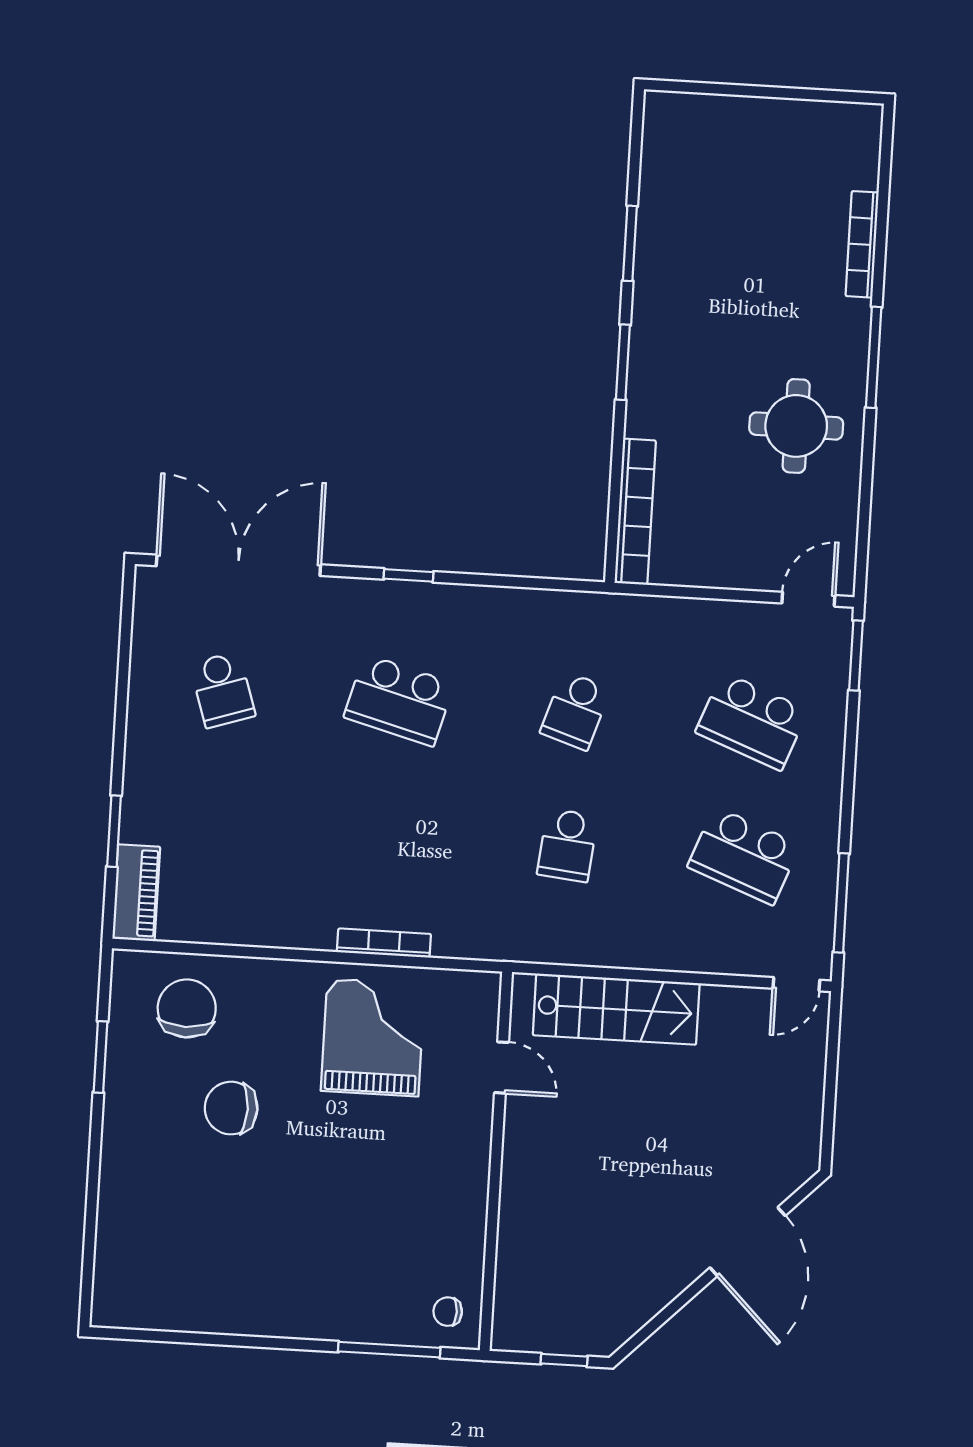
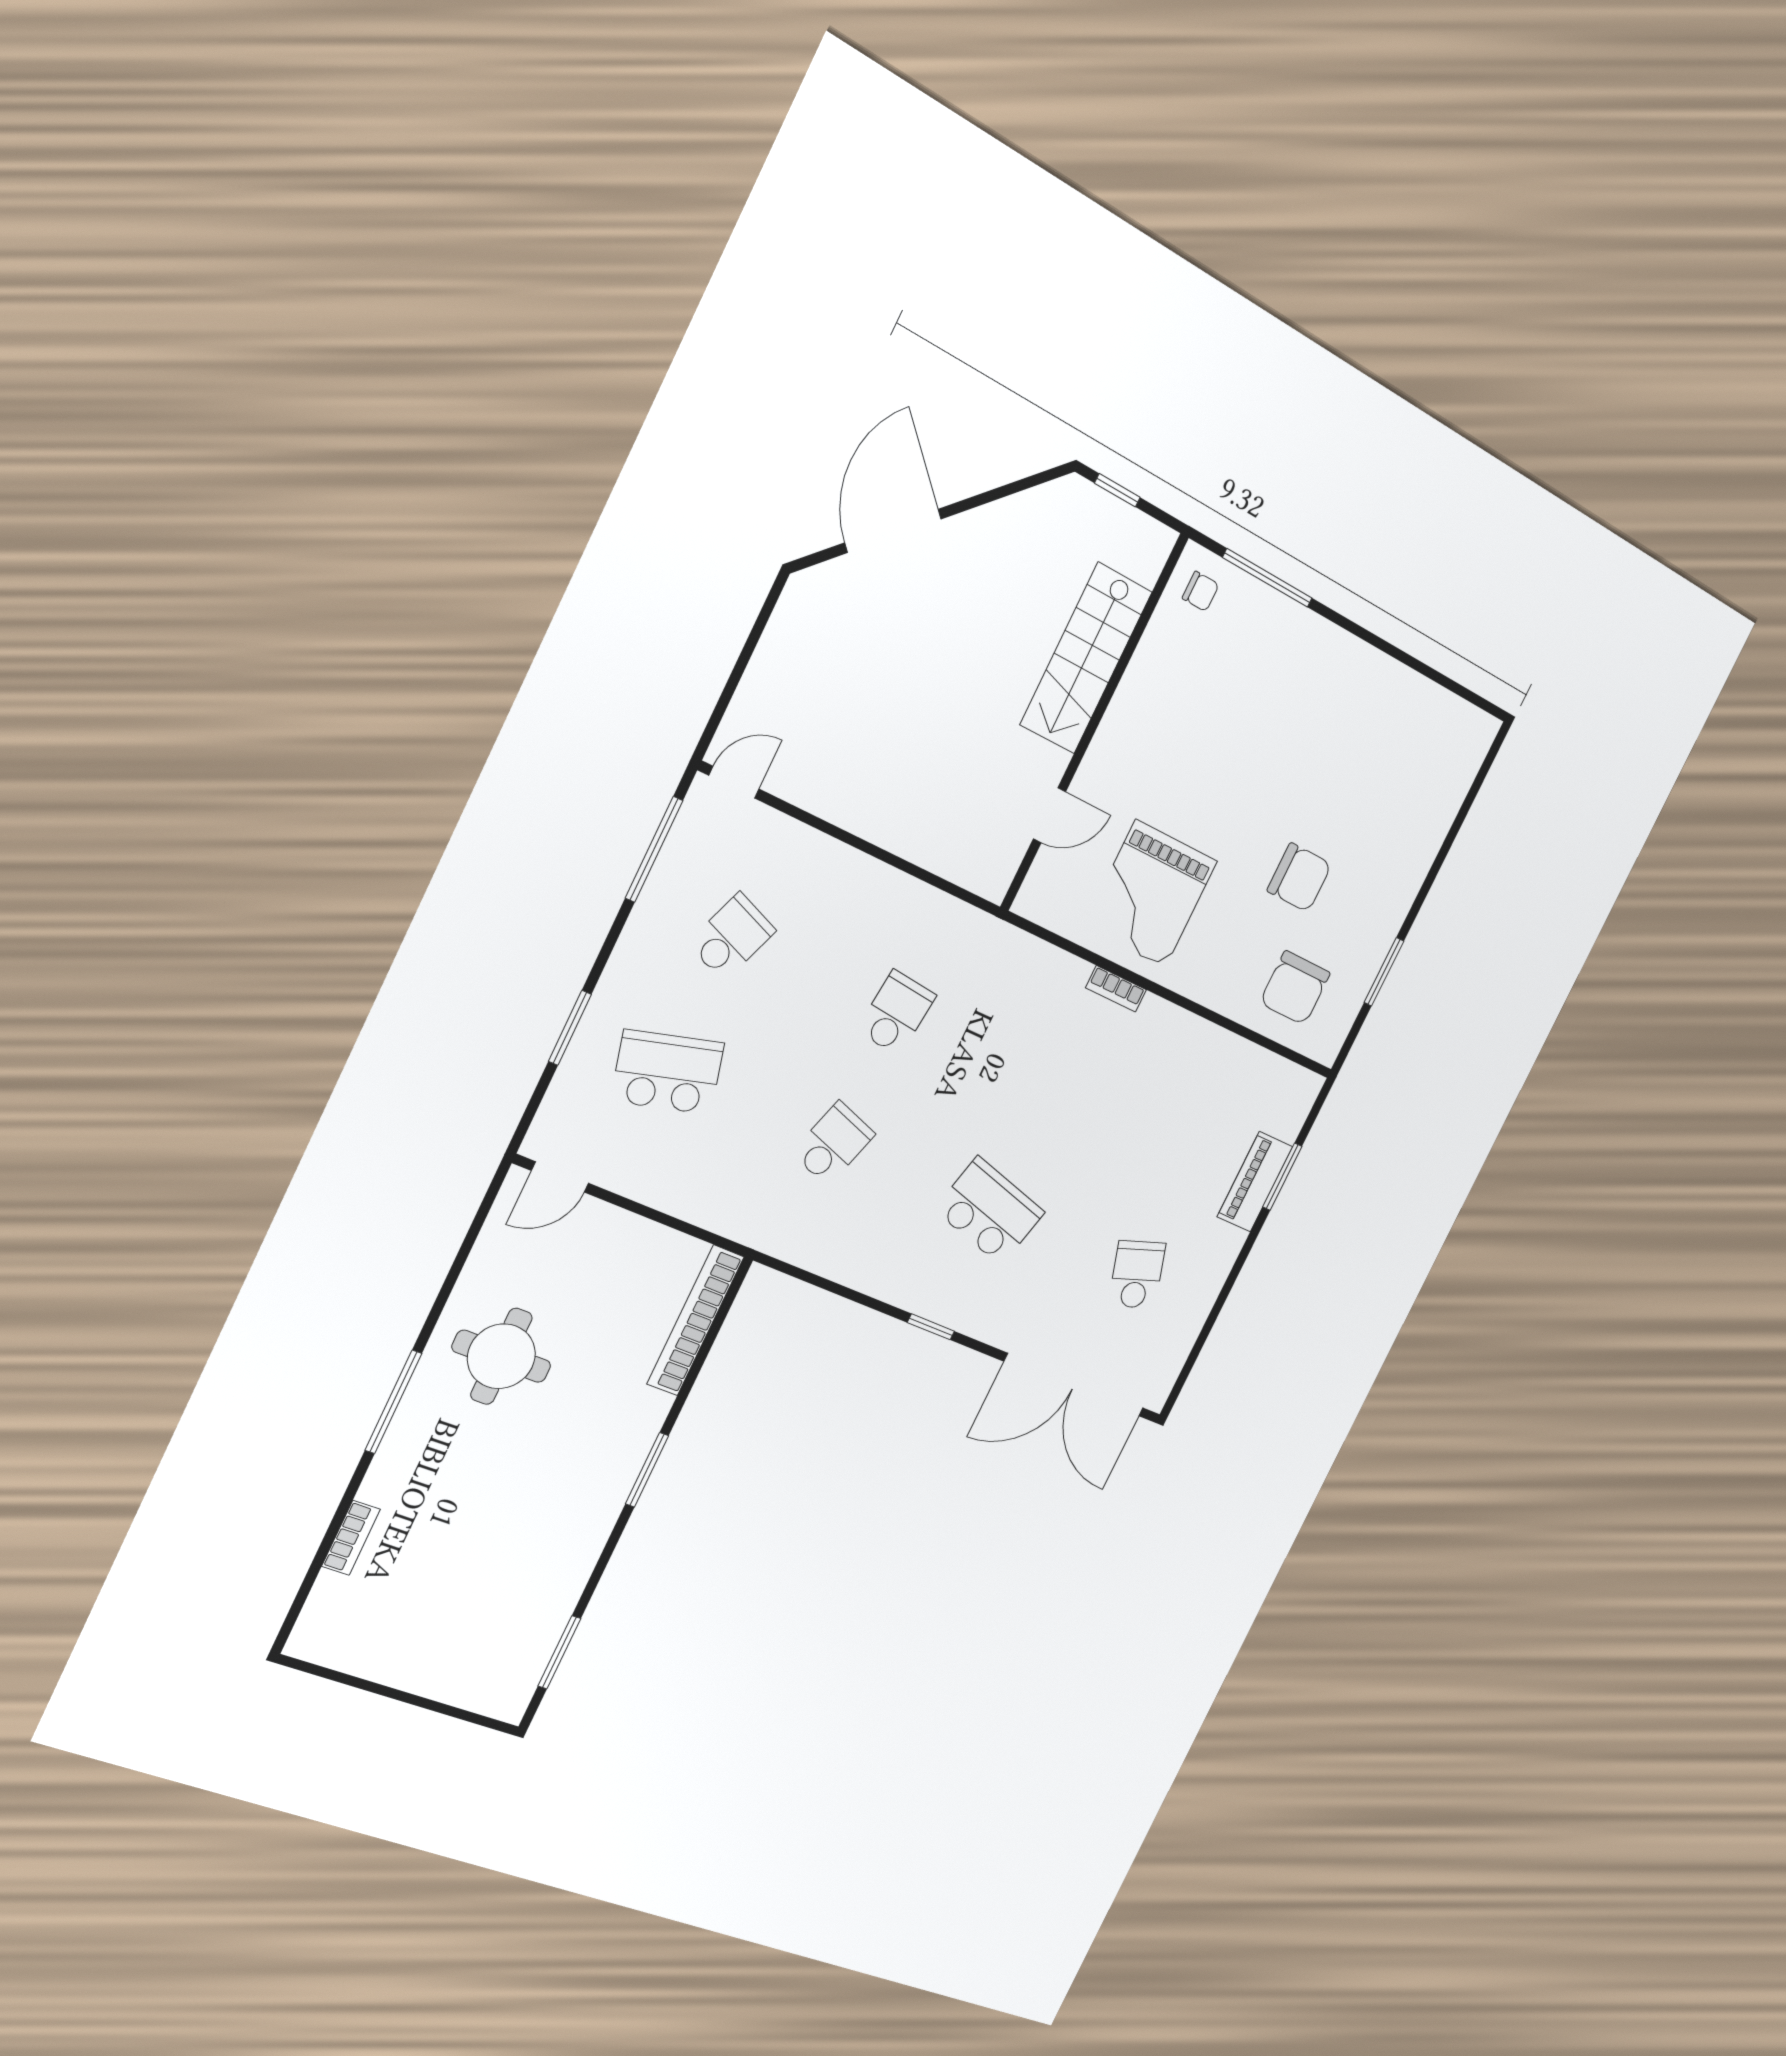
window: (630, 243) -> (559, 1652), moved
bookcase: (862, 244) -> (351, 1538), width x0.64
window: (856, 655) -> (570, 1028), moved
school desk: (752, 721) -> (668, 1072), turned -36
school desk: (744, 856) -> (732, 937), width x0.54
piano: (136, 893) -> (1255, 1182), moved
bookcase: (384, 943) -> (1116, 989), width x0.64
stairs: (616, 1009) -> (1086, 658), moved, turned -90
door: (501, 1068) -> (1049, 815), swing flipped

